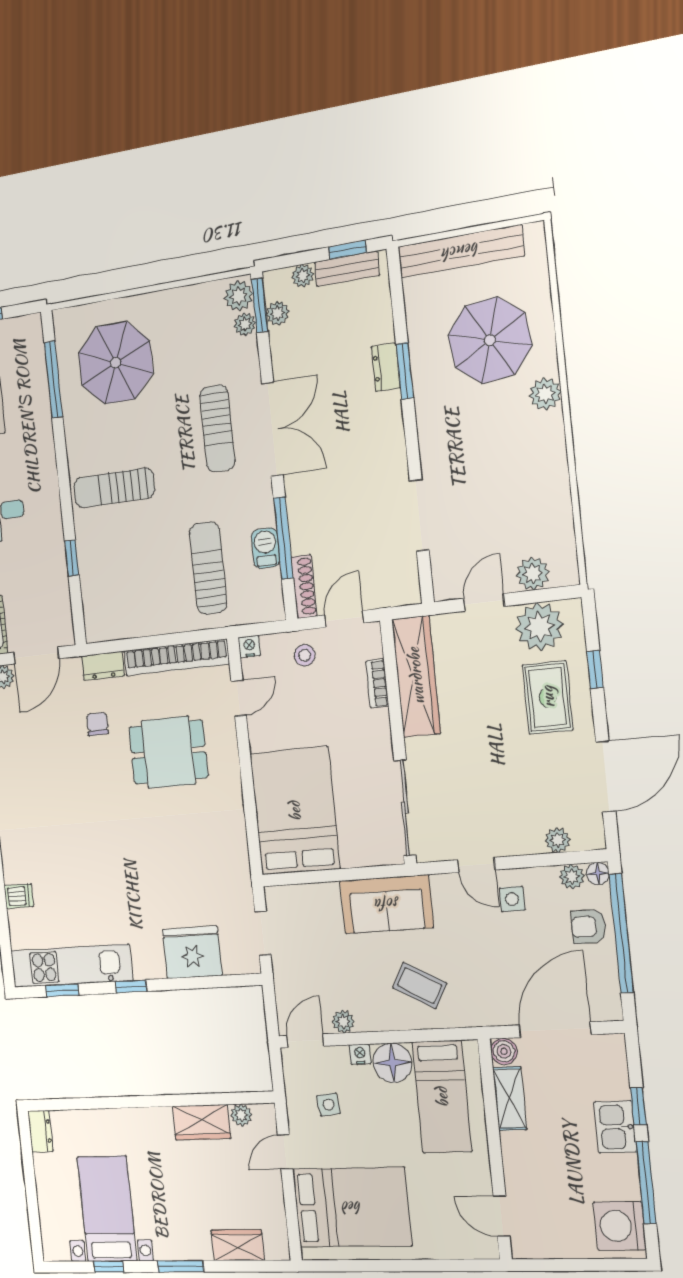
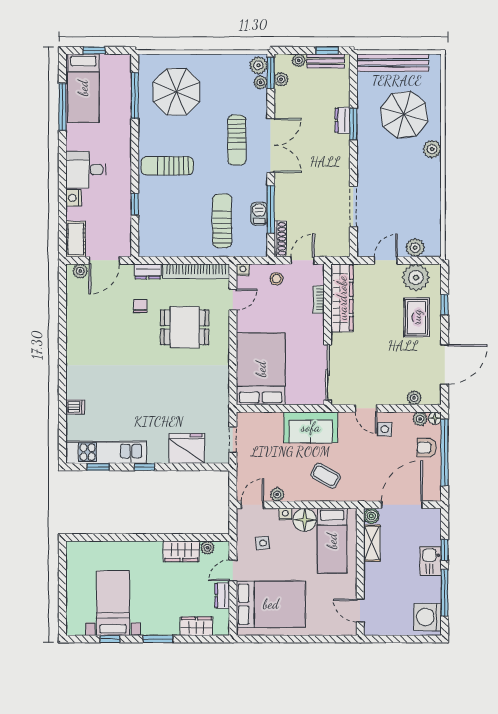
dresser: (40, 1131) -> (222, 596), moved, turned 180

